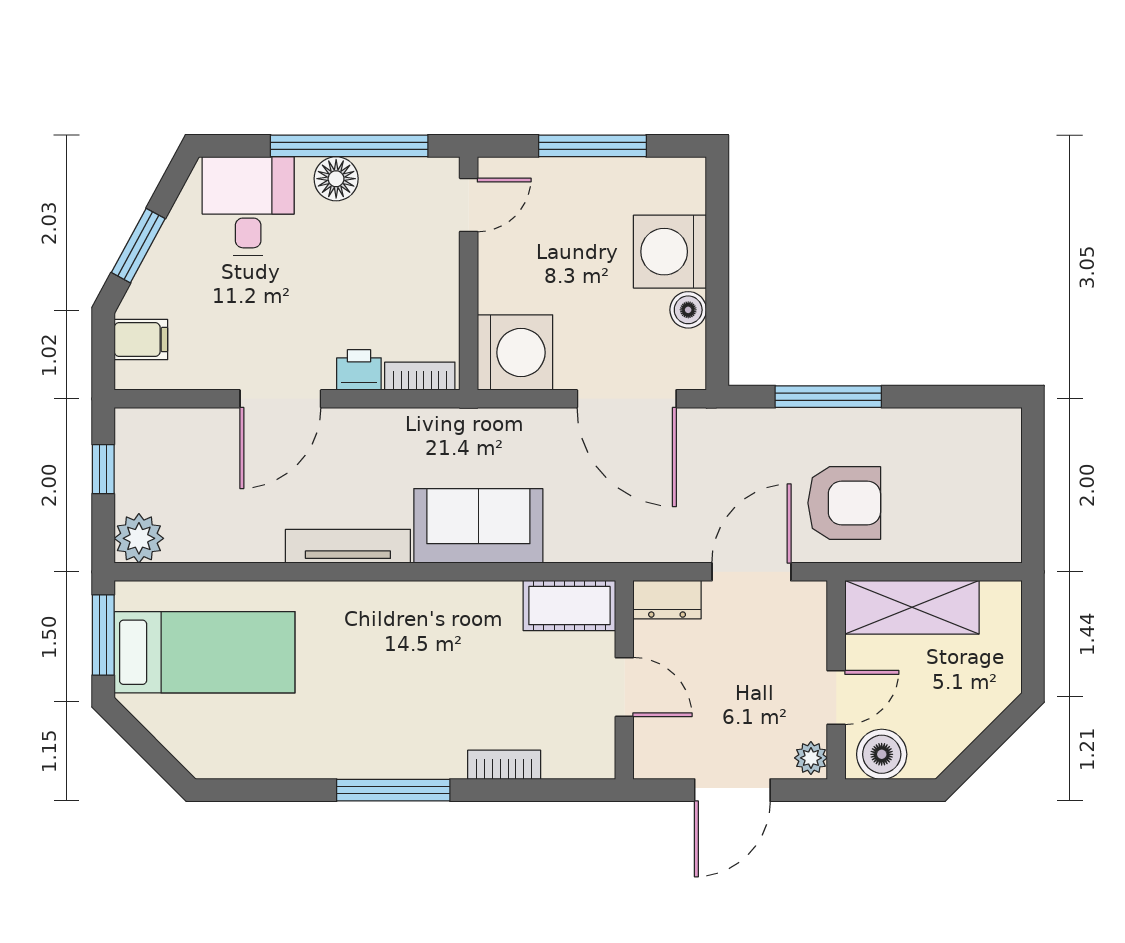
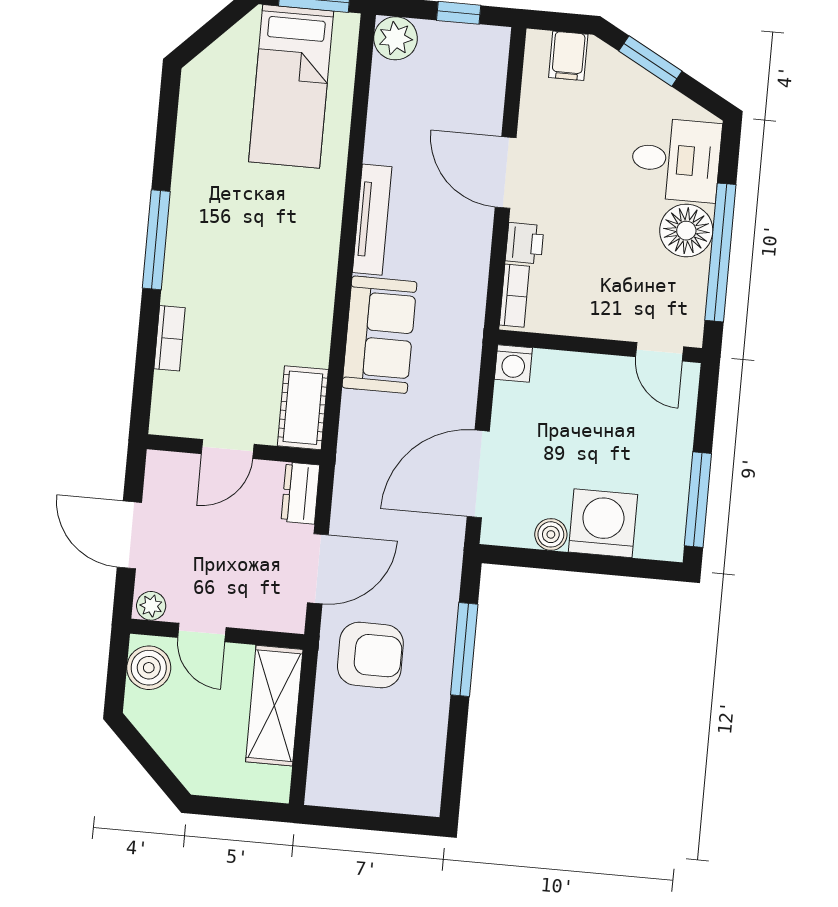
window: (592, 146) -> (698, 500), moved
floor lamp: (336, 179) -> (686, 231), width x1.38, depth x1.38
washing machine: (515, 353) -> (513, 363), width x0.53, depth x0.53
armchair: (844, 503) -> (370, 655), turned -90
door: (751, 572) -> (318, 569), hinge flipped

